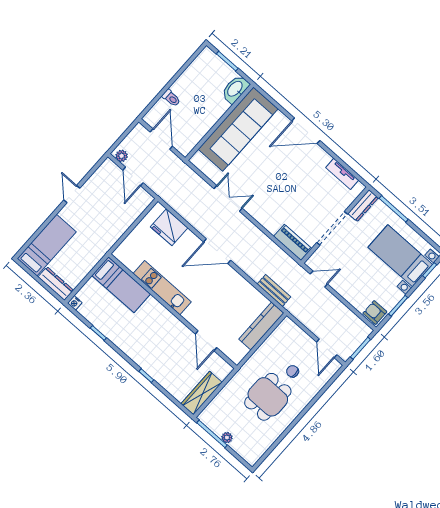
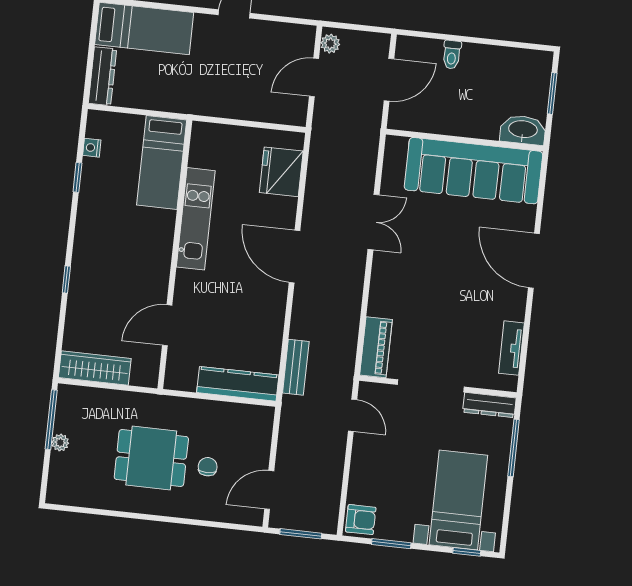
nightstand: (75, 303) -> (92, 148), moved
armchair: (375, 313) -> (361, 520), turned 90

